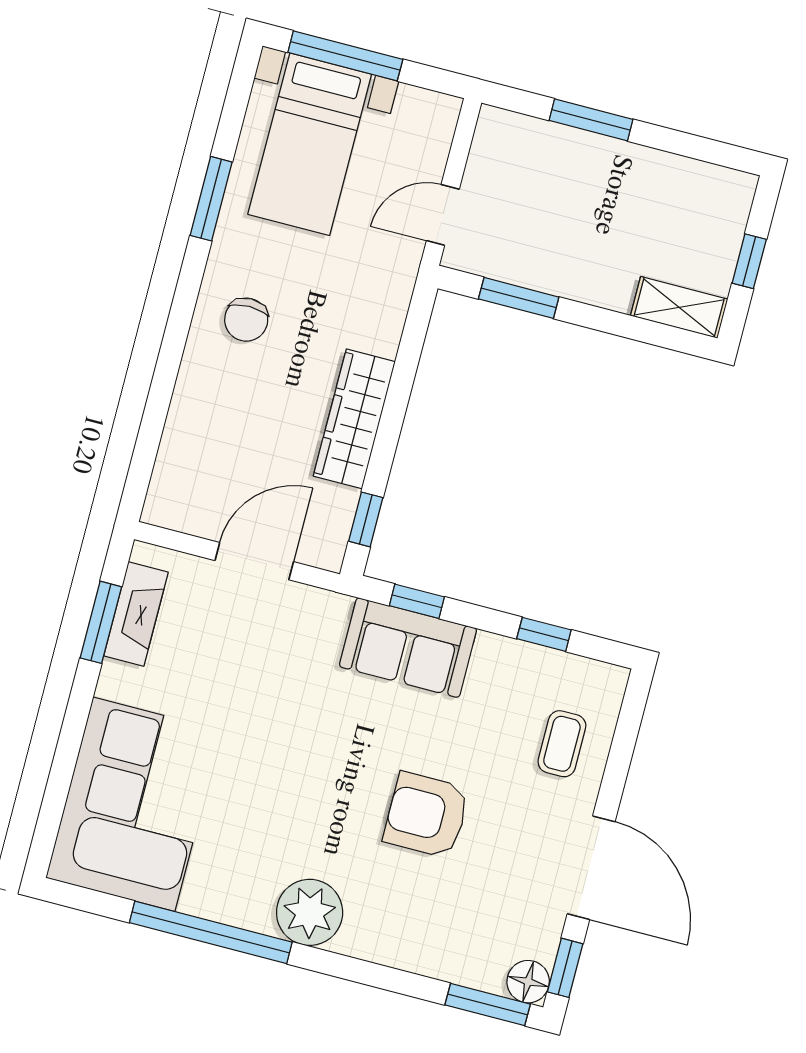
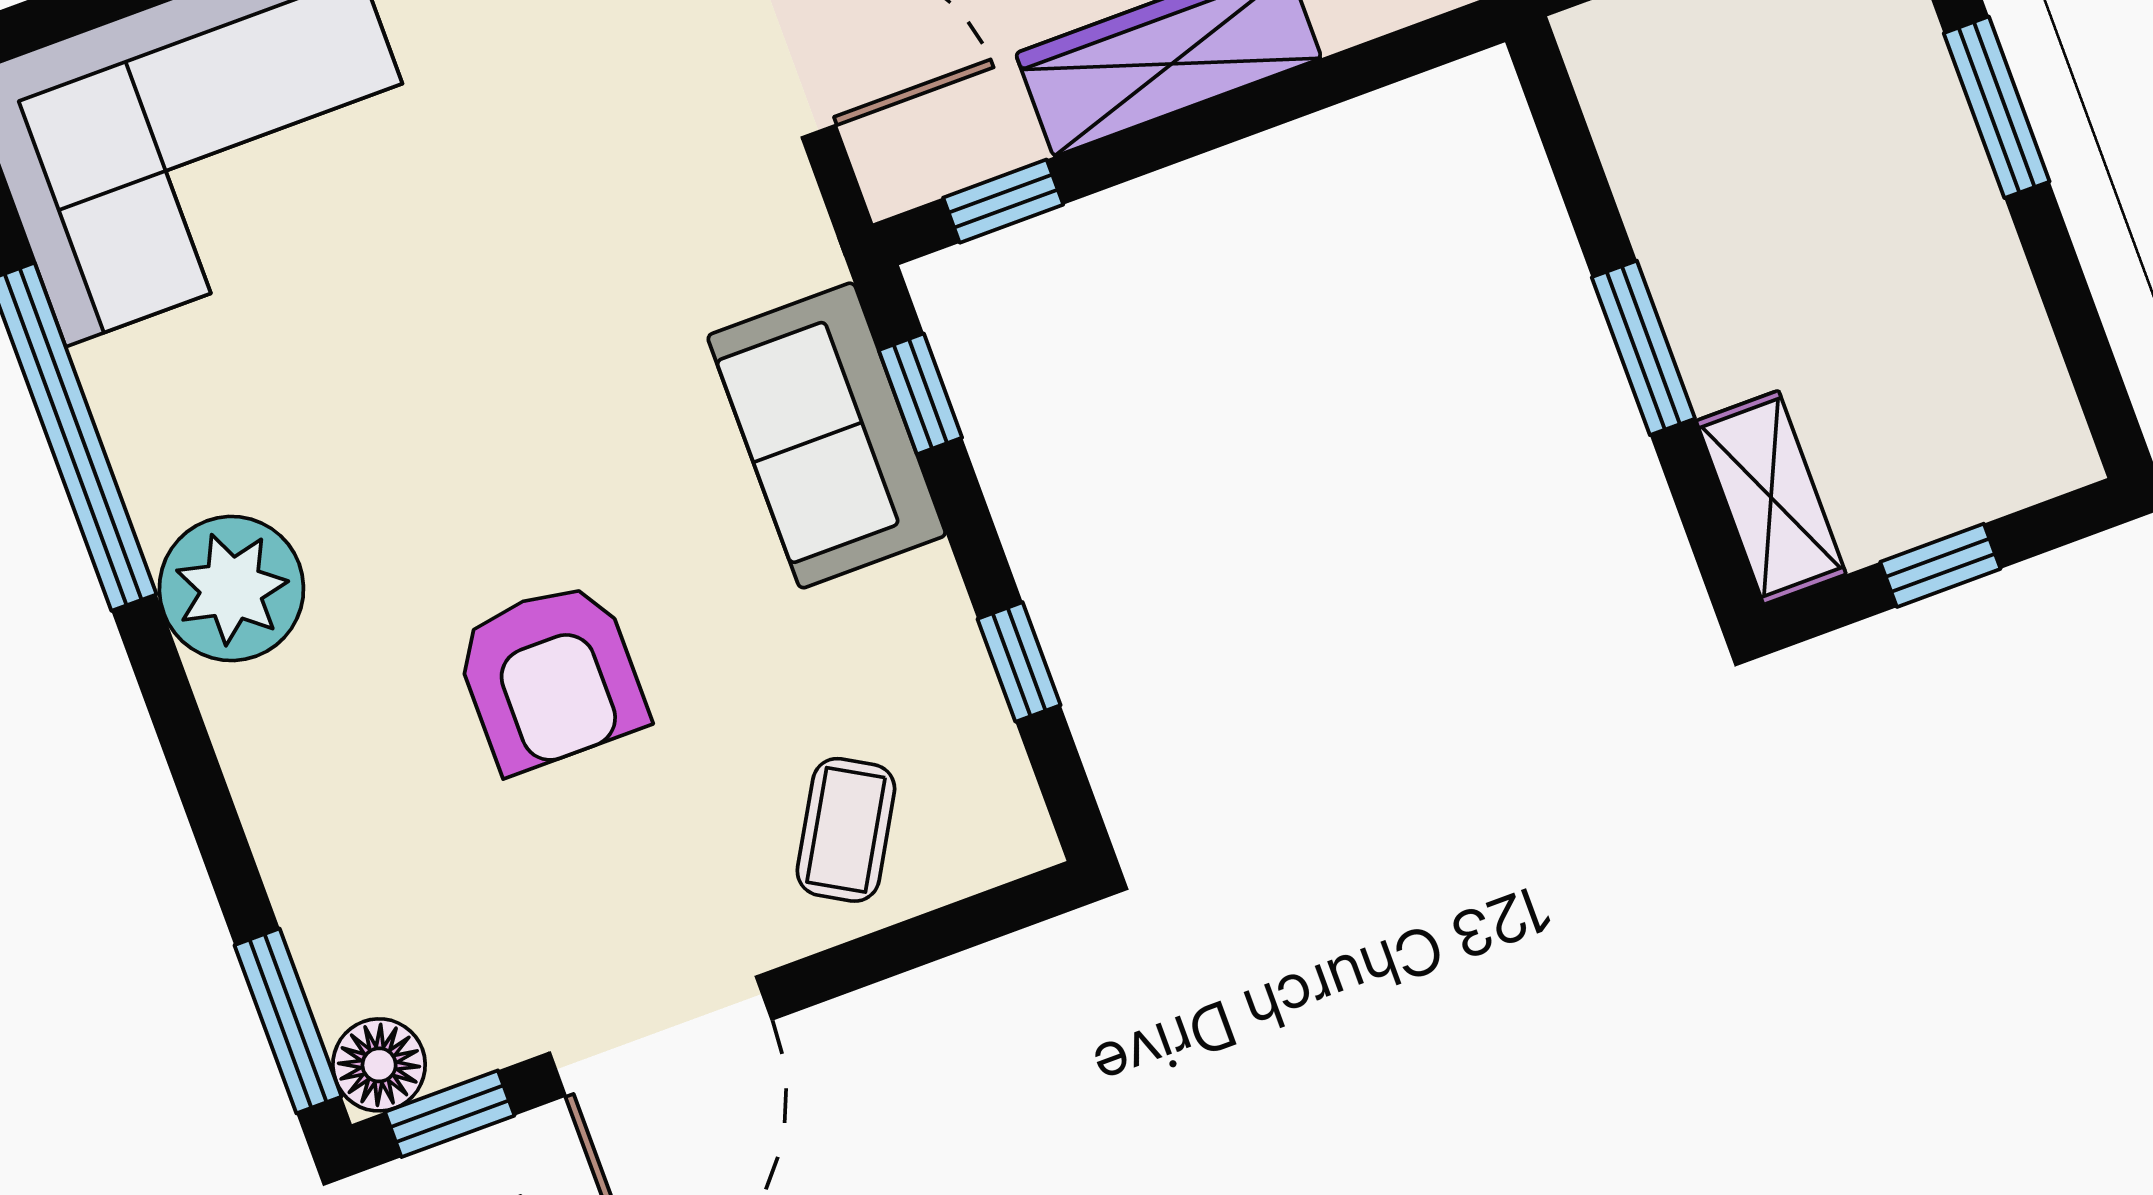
window: (519, 298) -> (1643, 348), moved
coffee table: (562, 744) -> (846, 830), turned -60
armchair: (426, 815) -> (551, 676), turned 180

